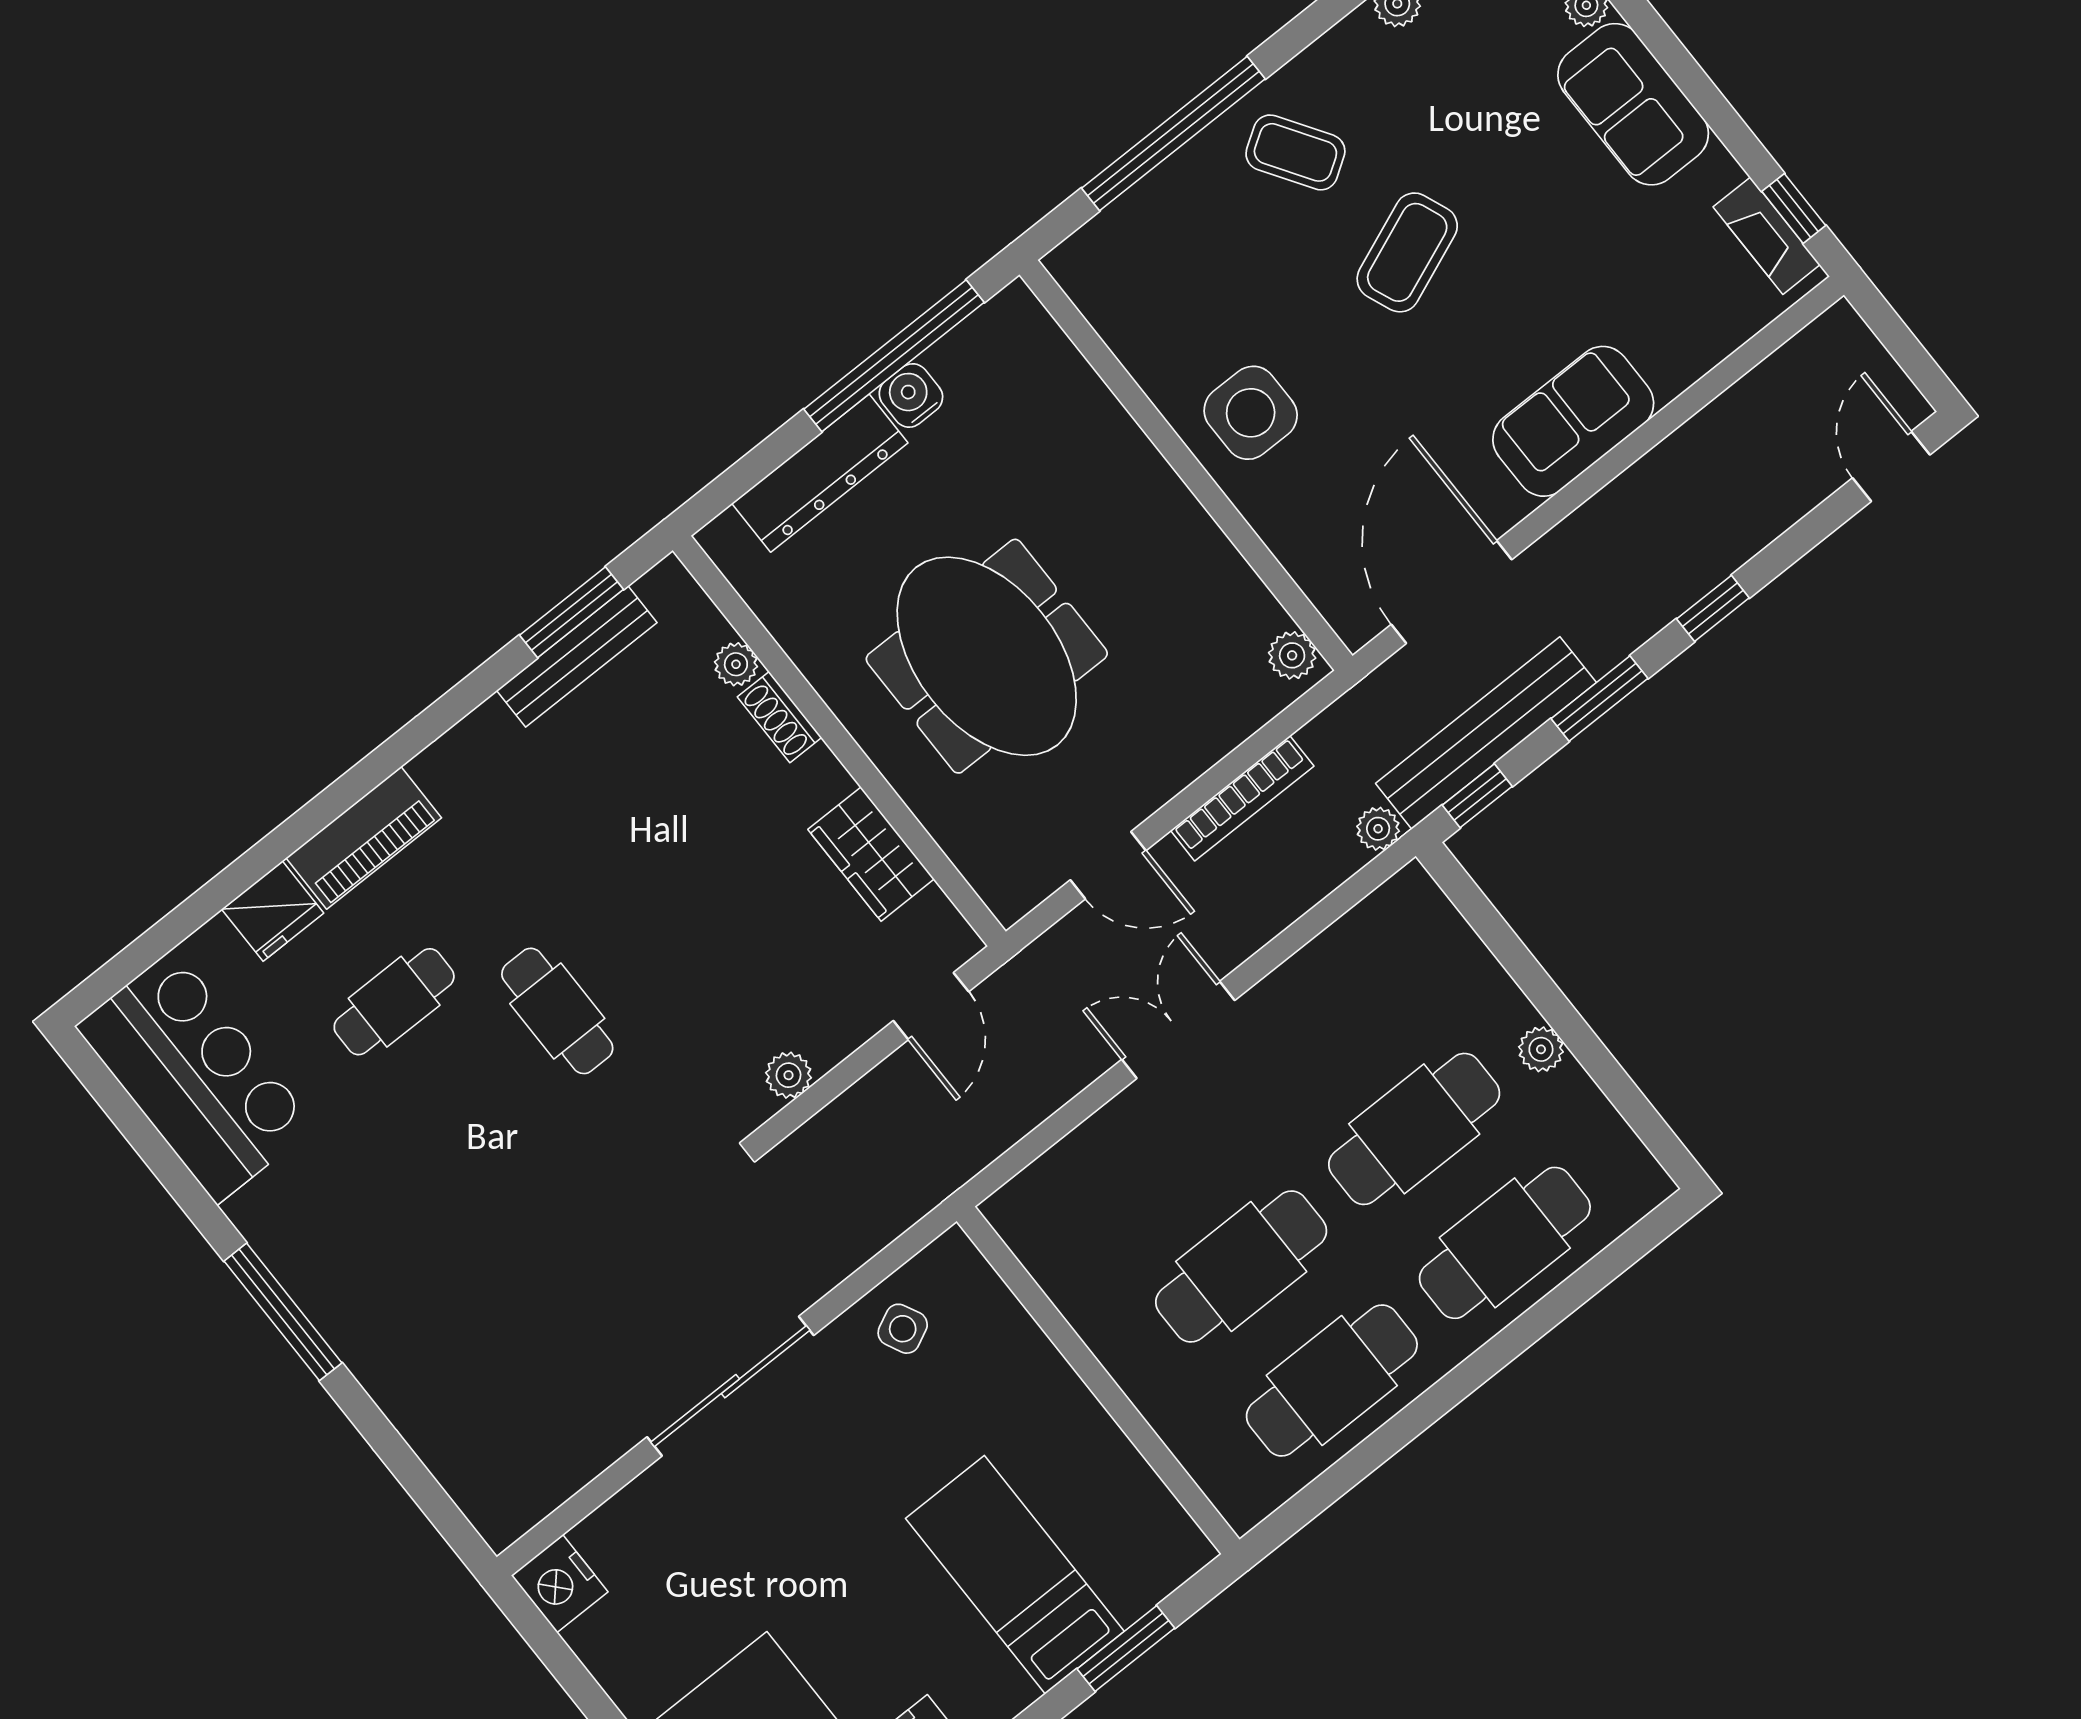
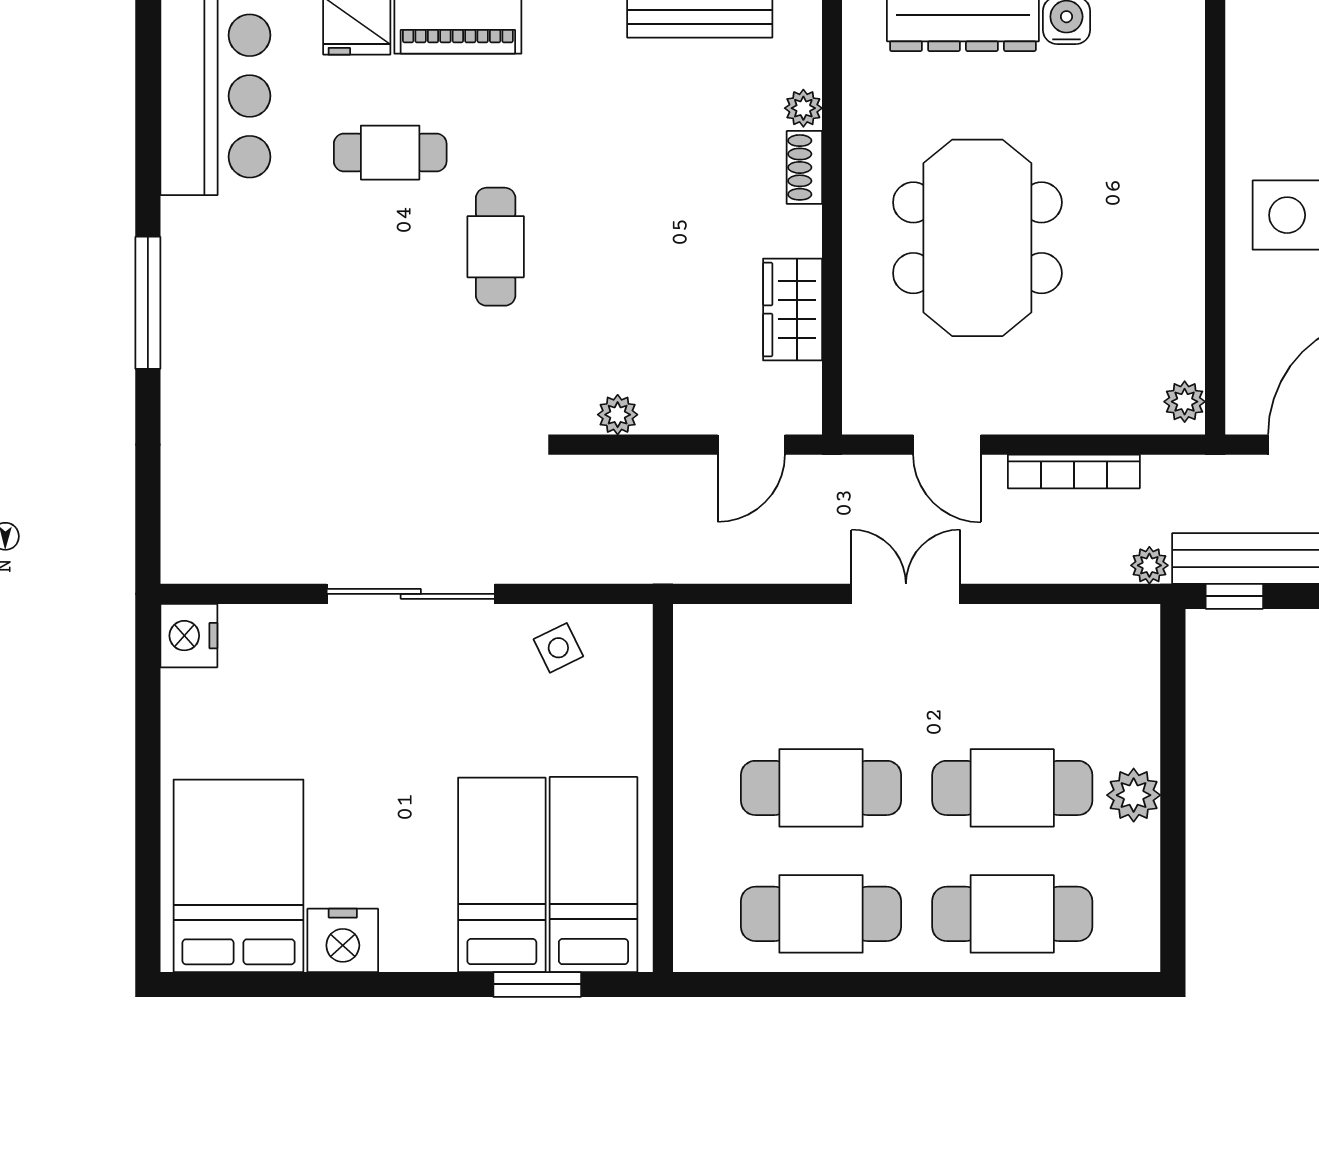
plant: (1541, 1049) -> (1134, 795), width x1.38, depth x1.38
bed: (1098, 1509) -> (593, 874), added

